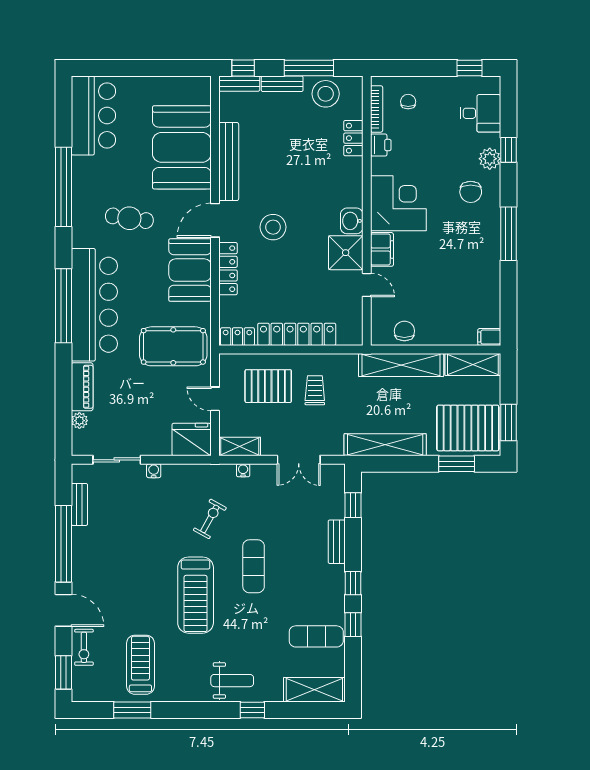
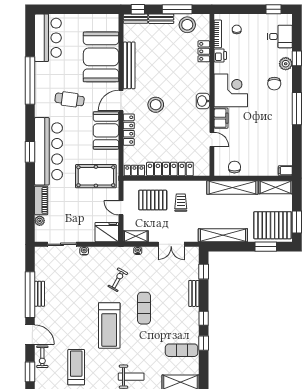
shower: (346, 253) -> (199, 120), removed
window: (63, 306) -> (30, 152), width x0.47
bench: (79, 504) -> (40, 294), moved

